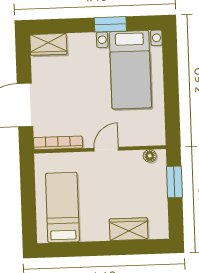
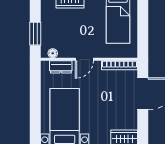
dresser: (138, 138) -> (61, 67), added

